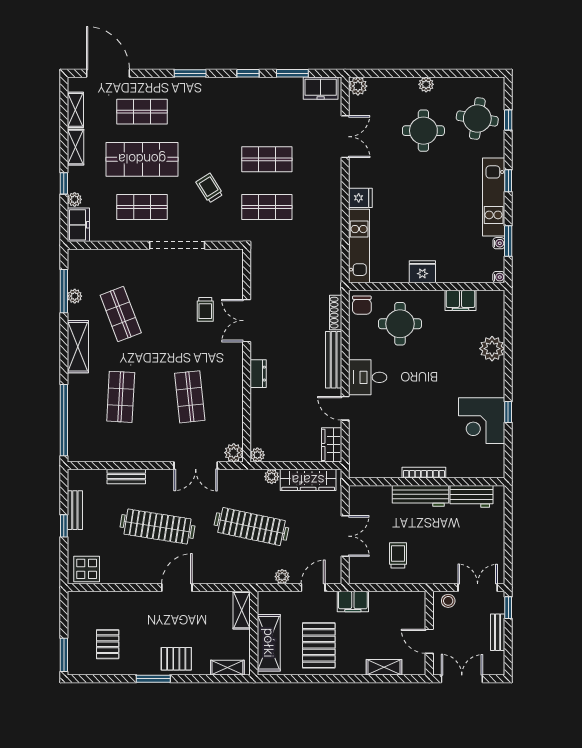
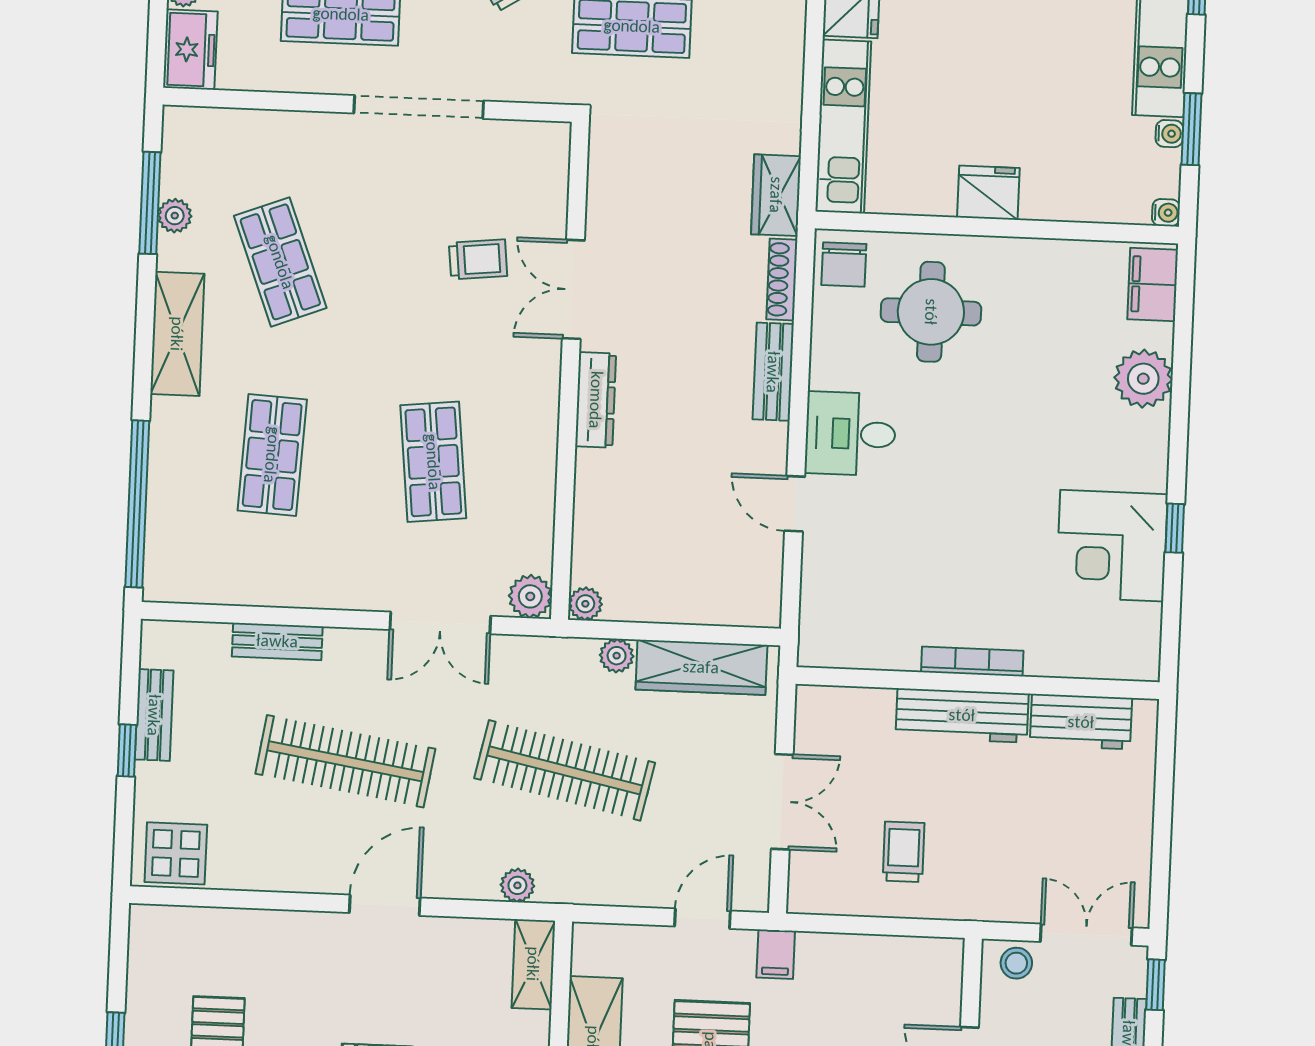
filing cabinet: (460, 300) -> (1153, 284), moved, turned 90
trolley: (205, 309) -> (478, 259), turned -96
bench: (334, 360) -> (773, 372), width x0.73
dresser: (258, 374) -> (596, 400), width x1.44
wardrobe: (332, 445) -> (776, 195), moved
plant: (282, 577) -> (517, 885), moved
filing cabinet: (353, 601) -> (776, 954), width x0.50

